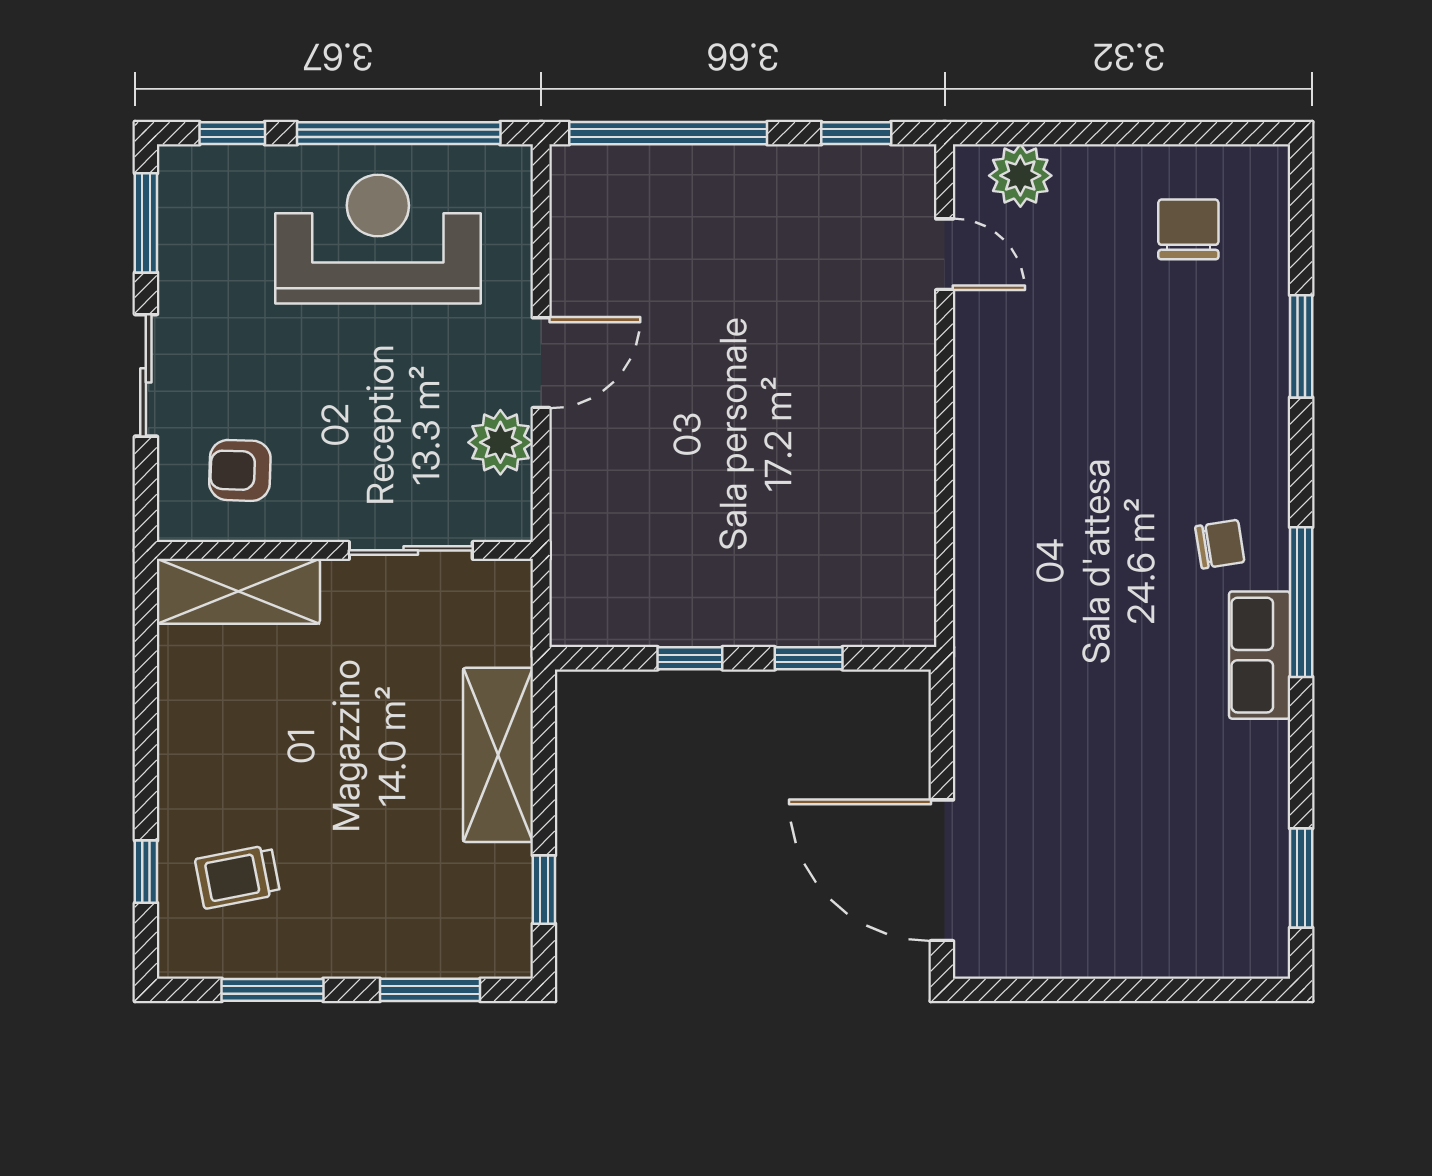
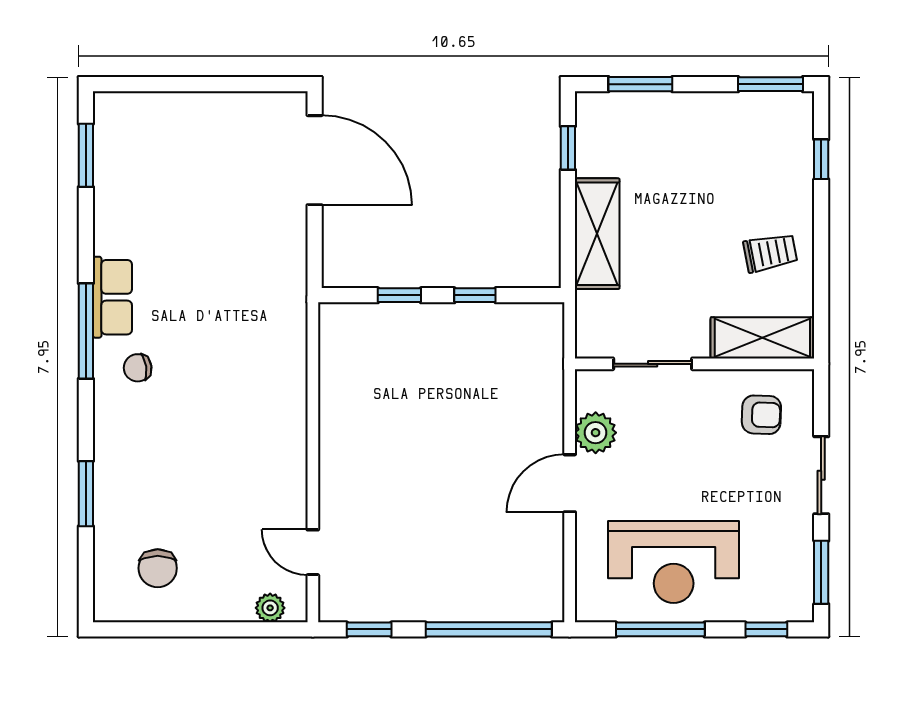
window: (399, 133) -> (660, 629), width x0.68
plant: (1020, 176) -> (270, 608), width x0.73, depth x0.73
trolley: (238, 877) -> (770, 253), moved
window: (273, 990) -> (771, 84), moved

